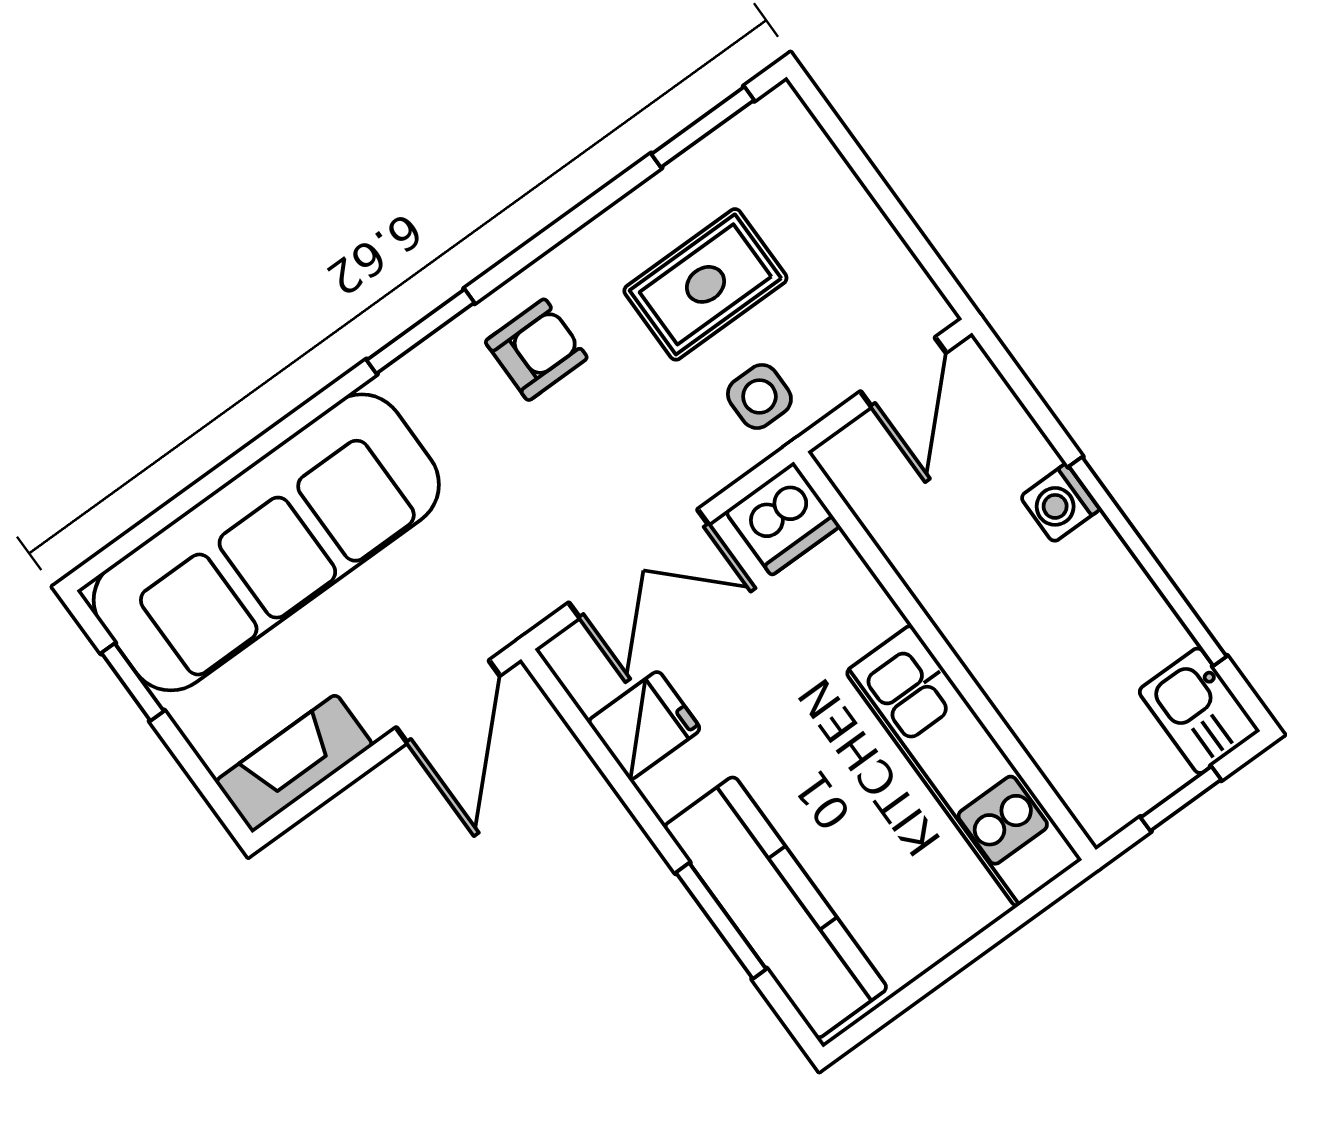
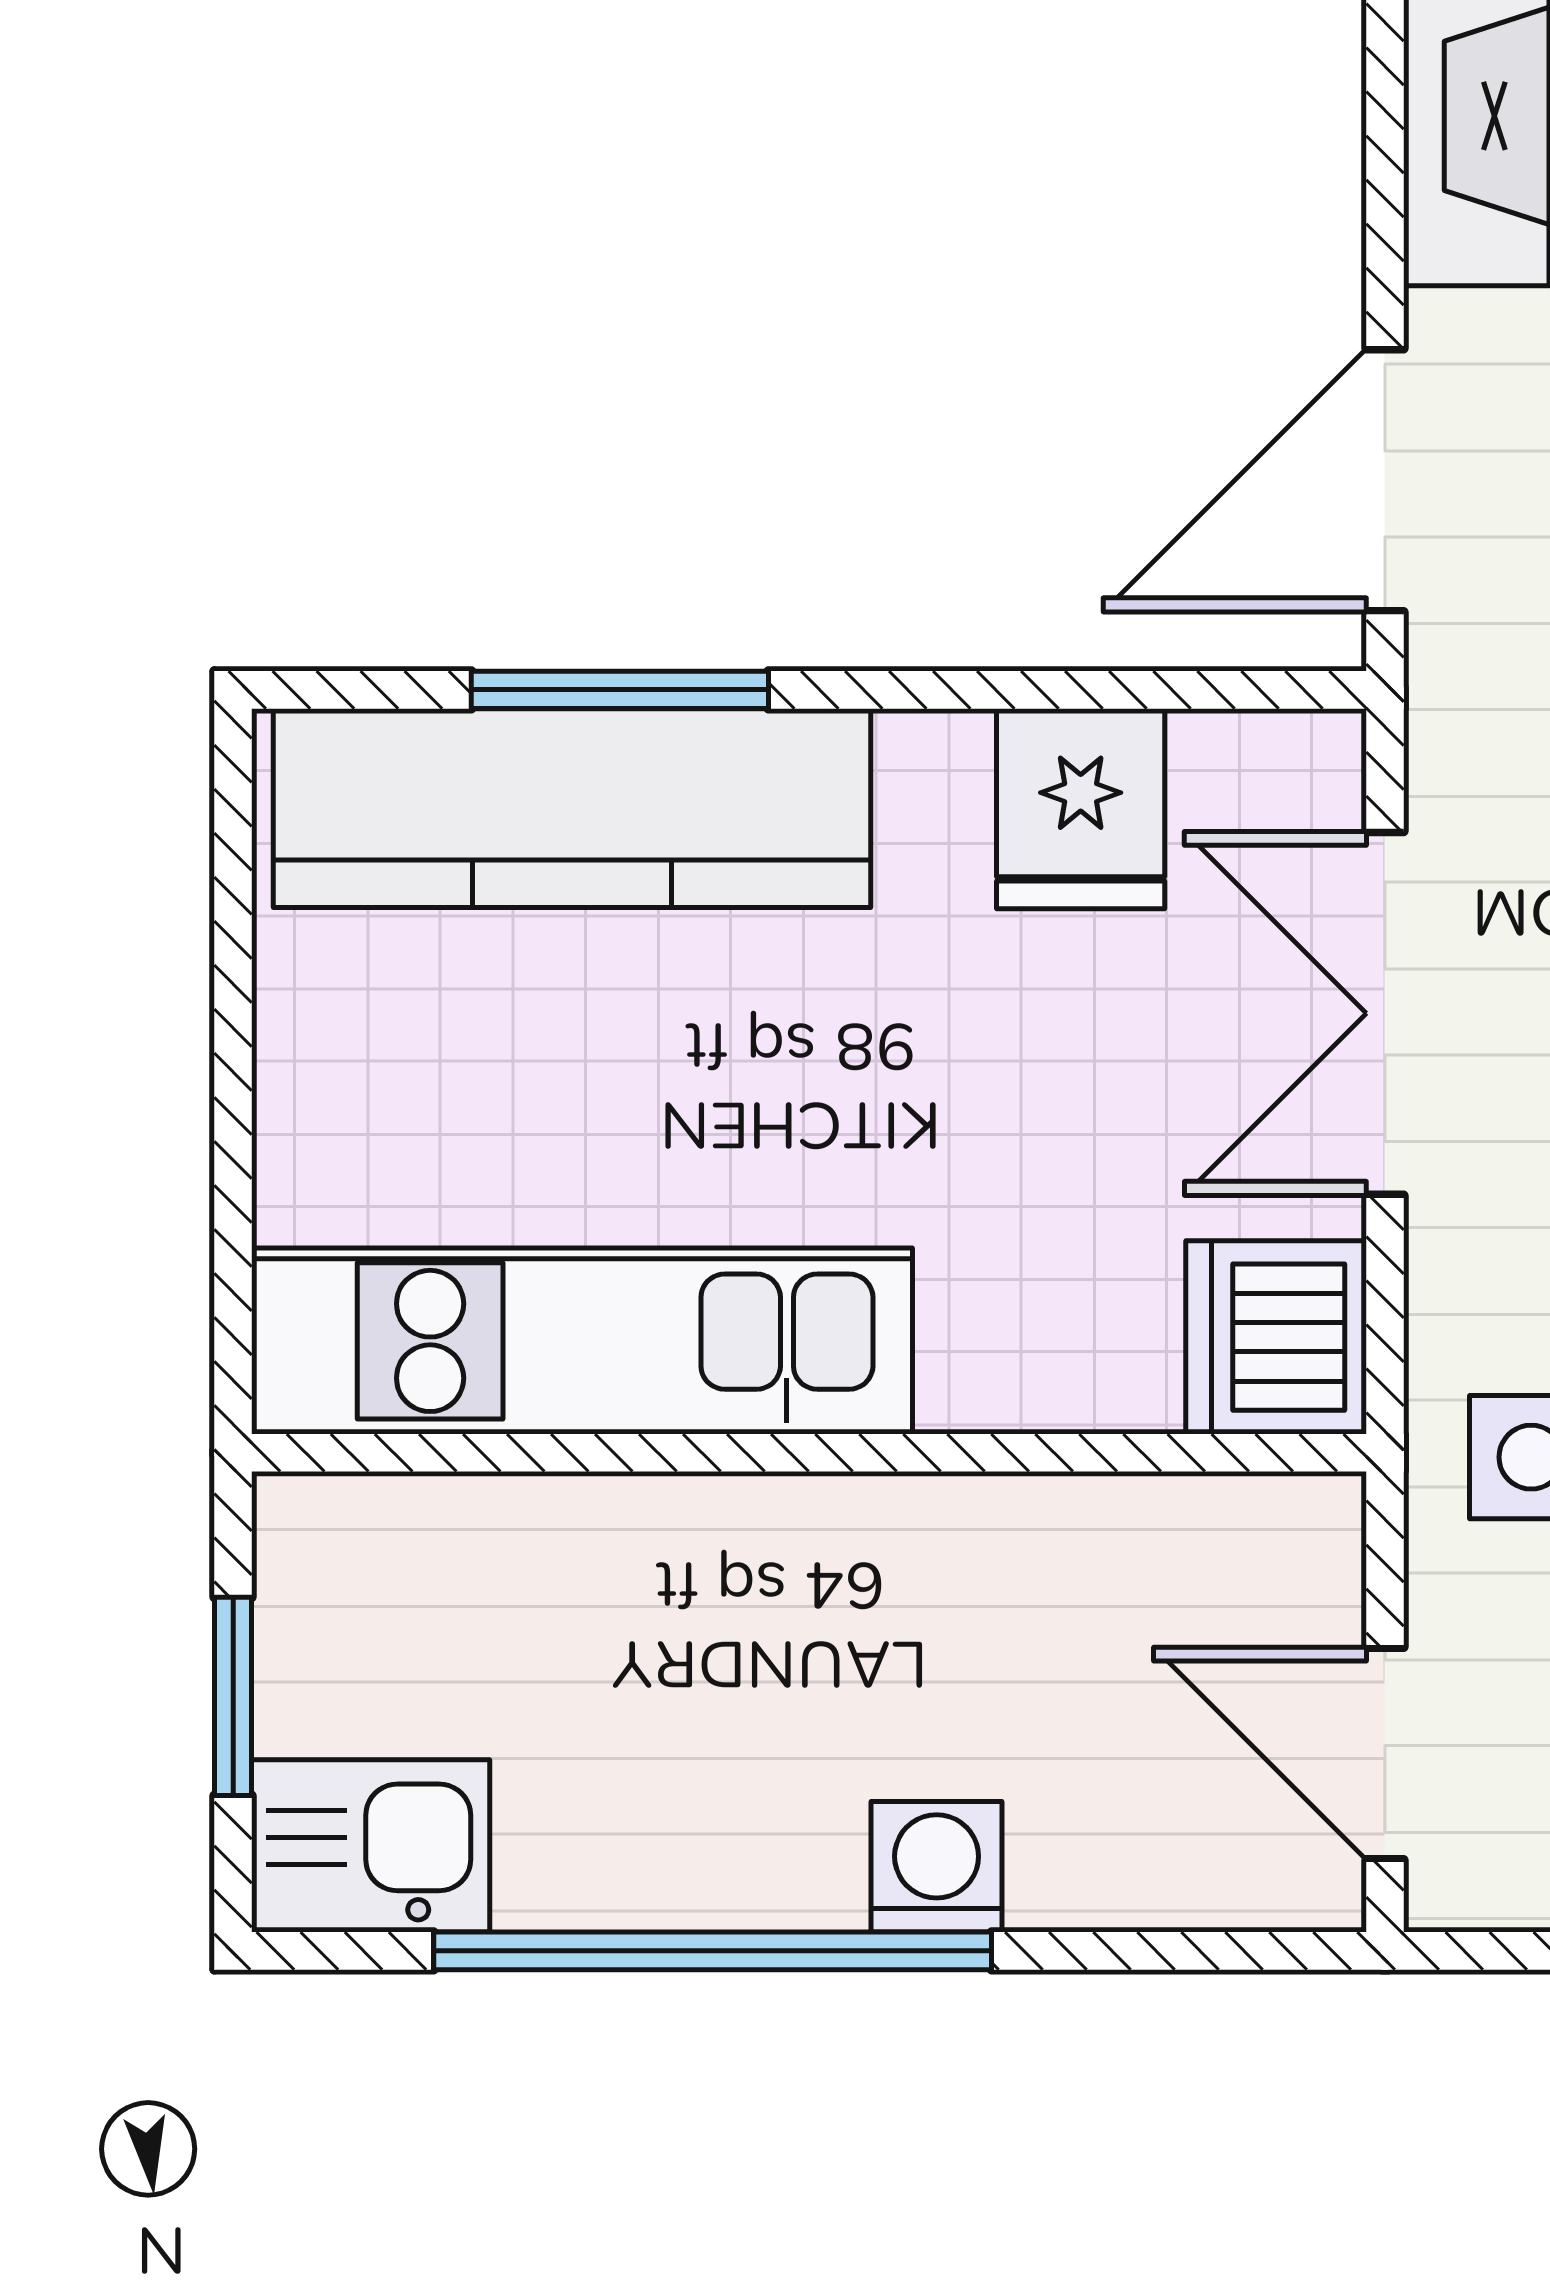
door: (448, 702) -> (1385, 480), hinge flipped

